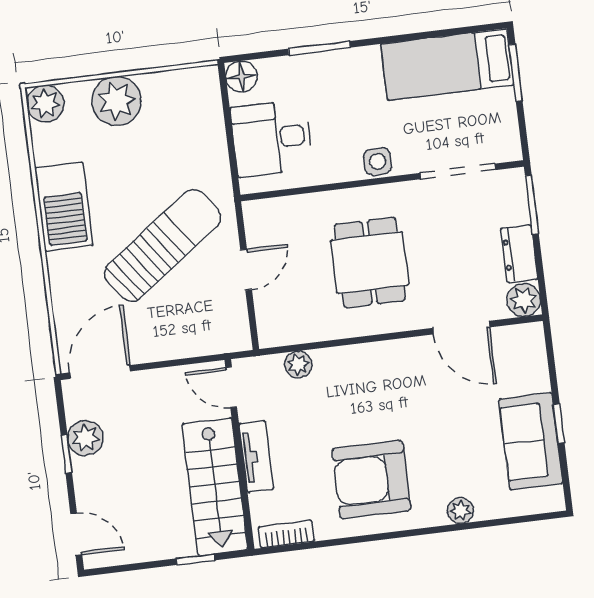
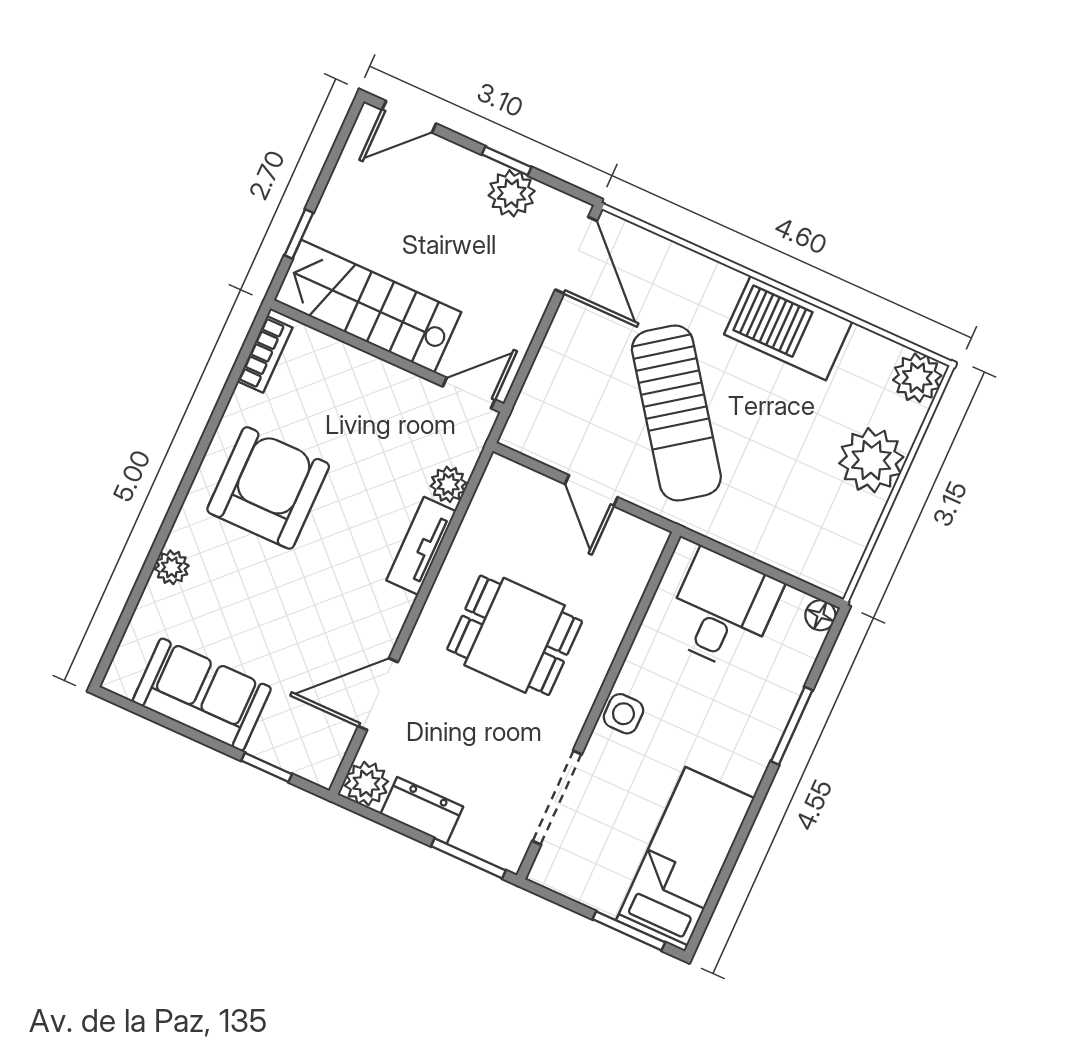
floor lamp: (241, 77) -> (820, 615), width x0.73, depth x0.73
window: (559, 423) -> (267, 767), moved
tv unit: (256, 456) -> (421, 546), moved, turned 90

